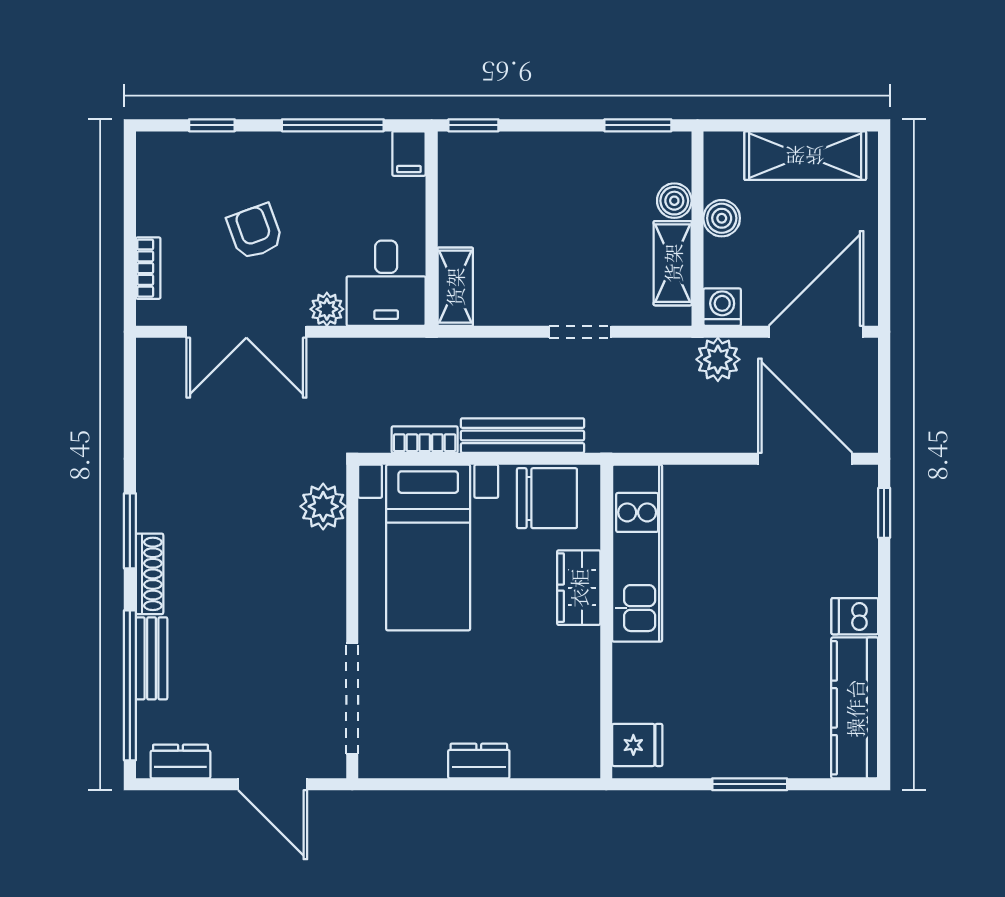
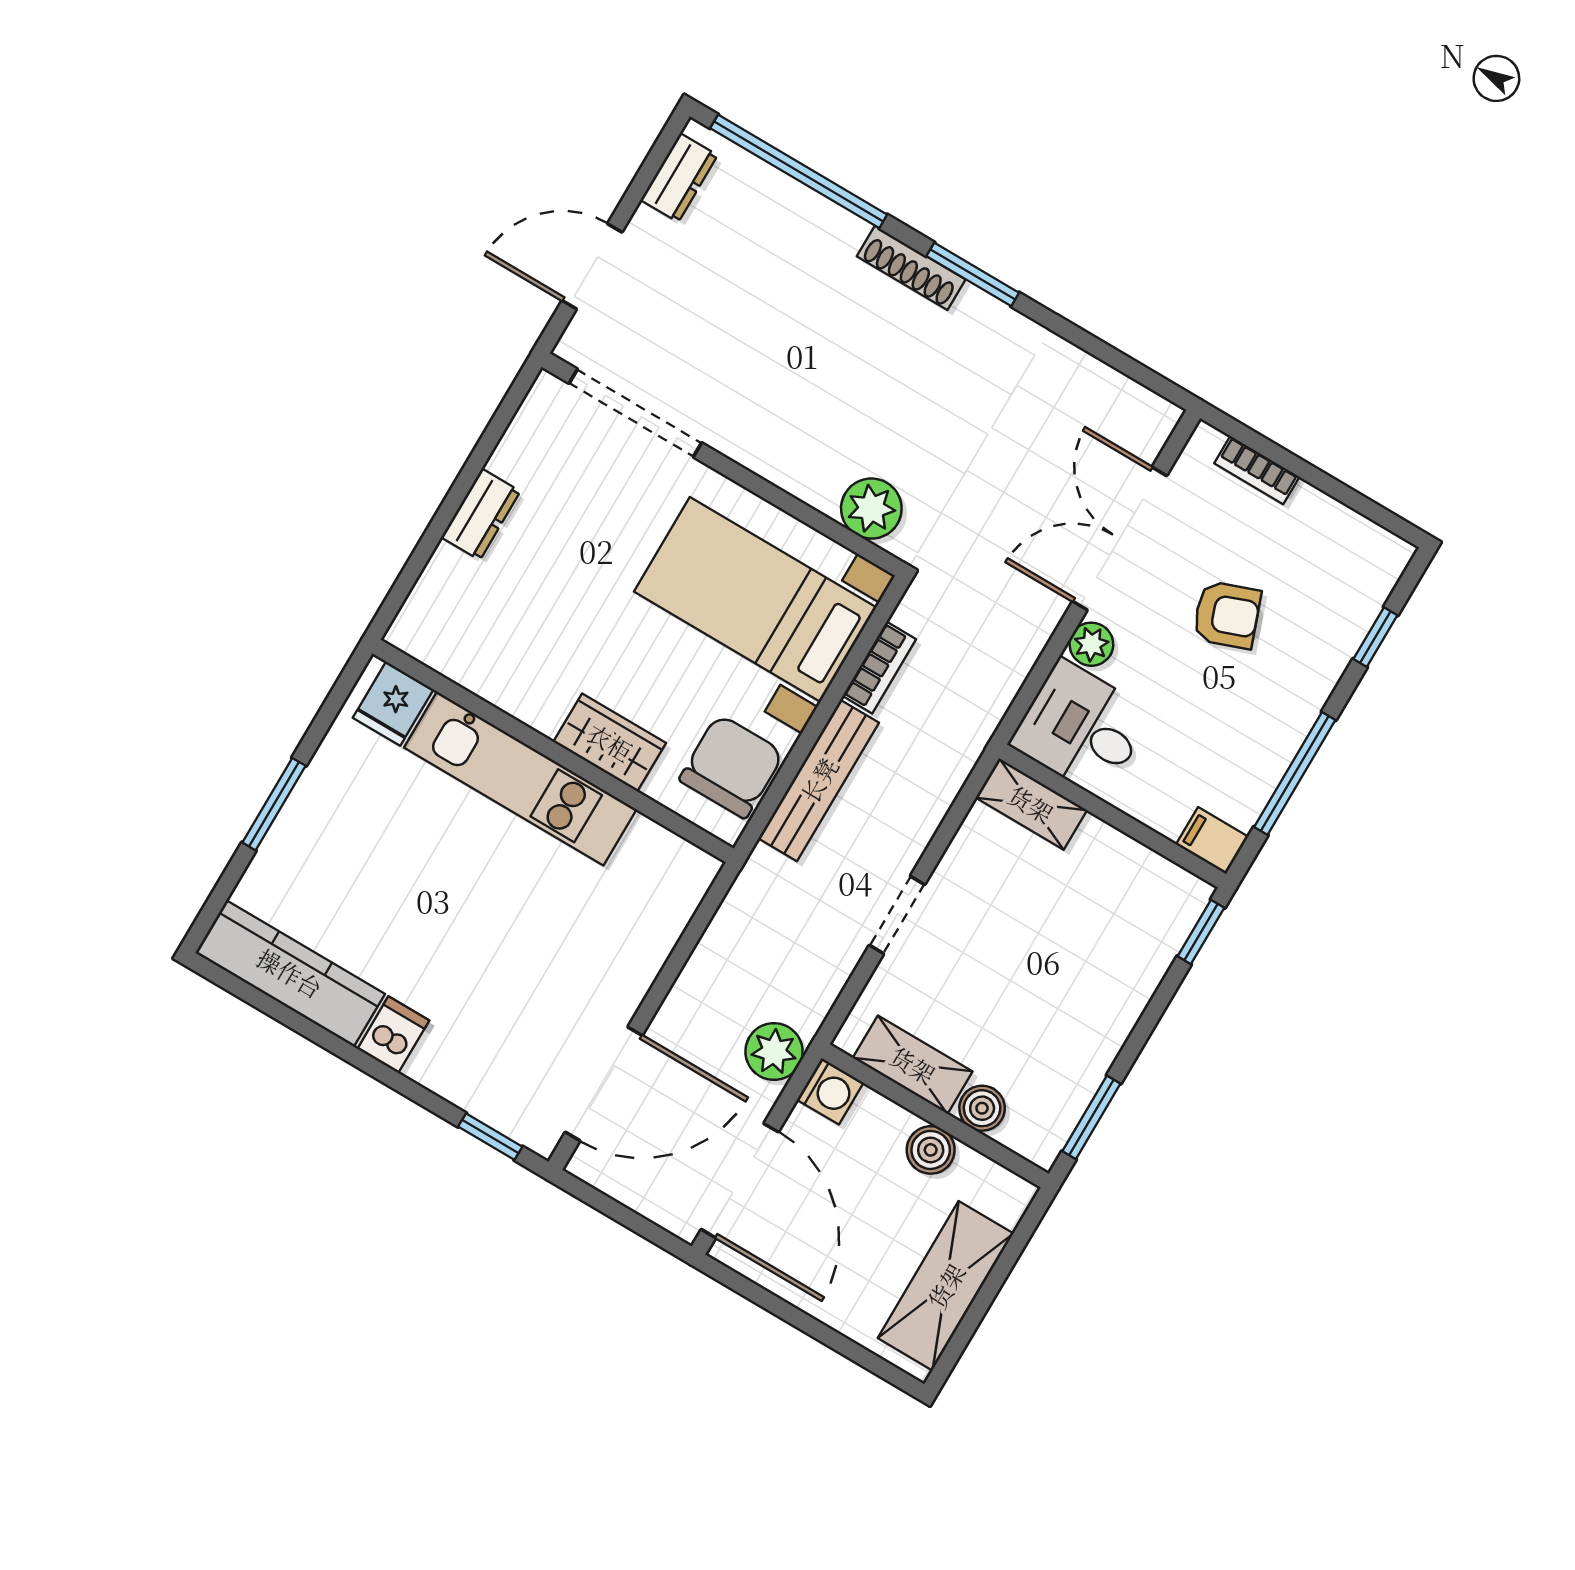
chair: (547, 498) -> (732, 766), turned 180
kitchen unit: (637, 553) -> (520, 779), moved
bench: (152, 658) -> (815, 214), removed

